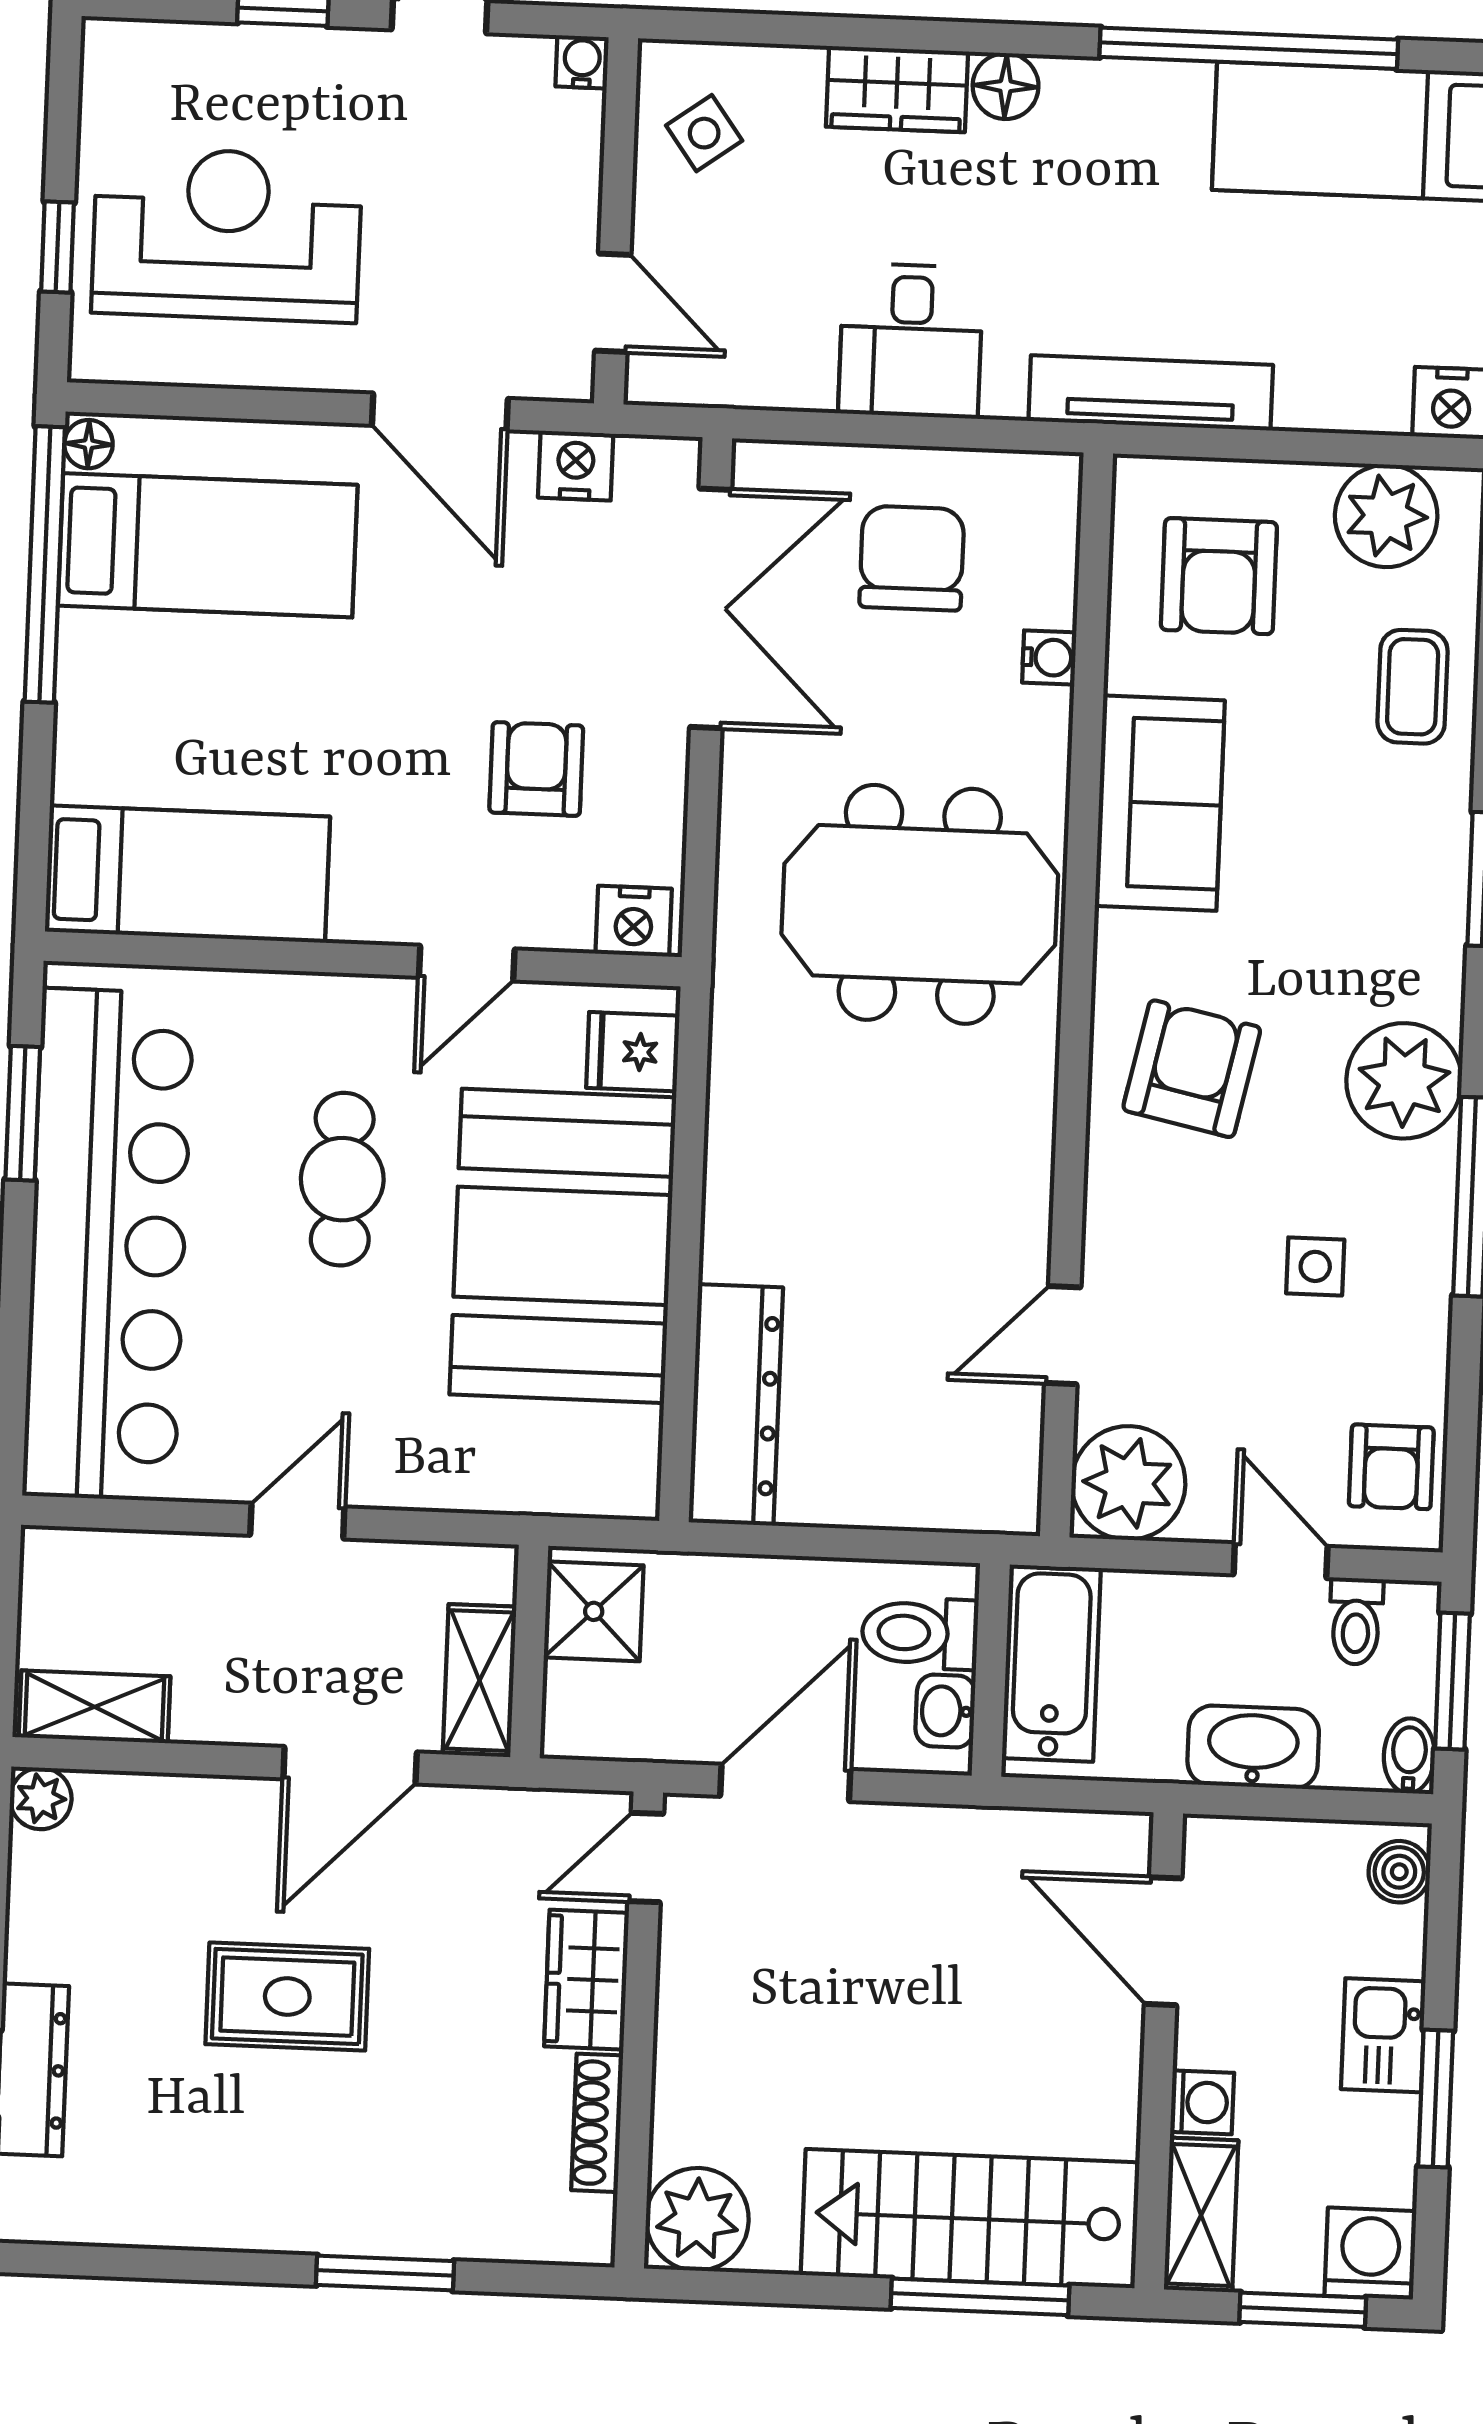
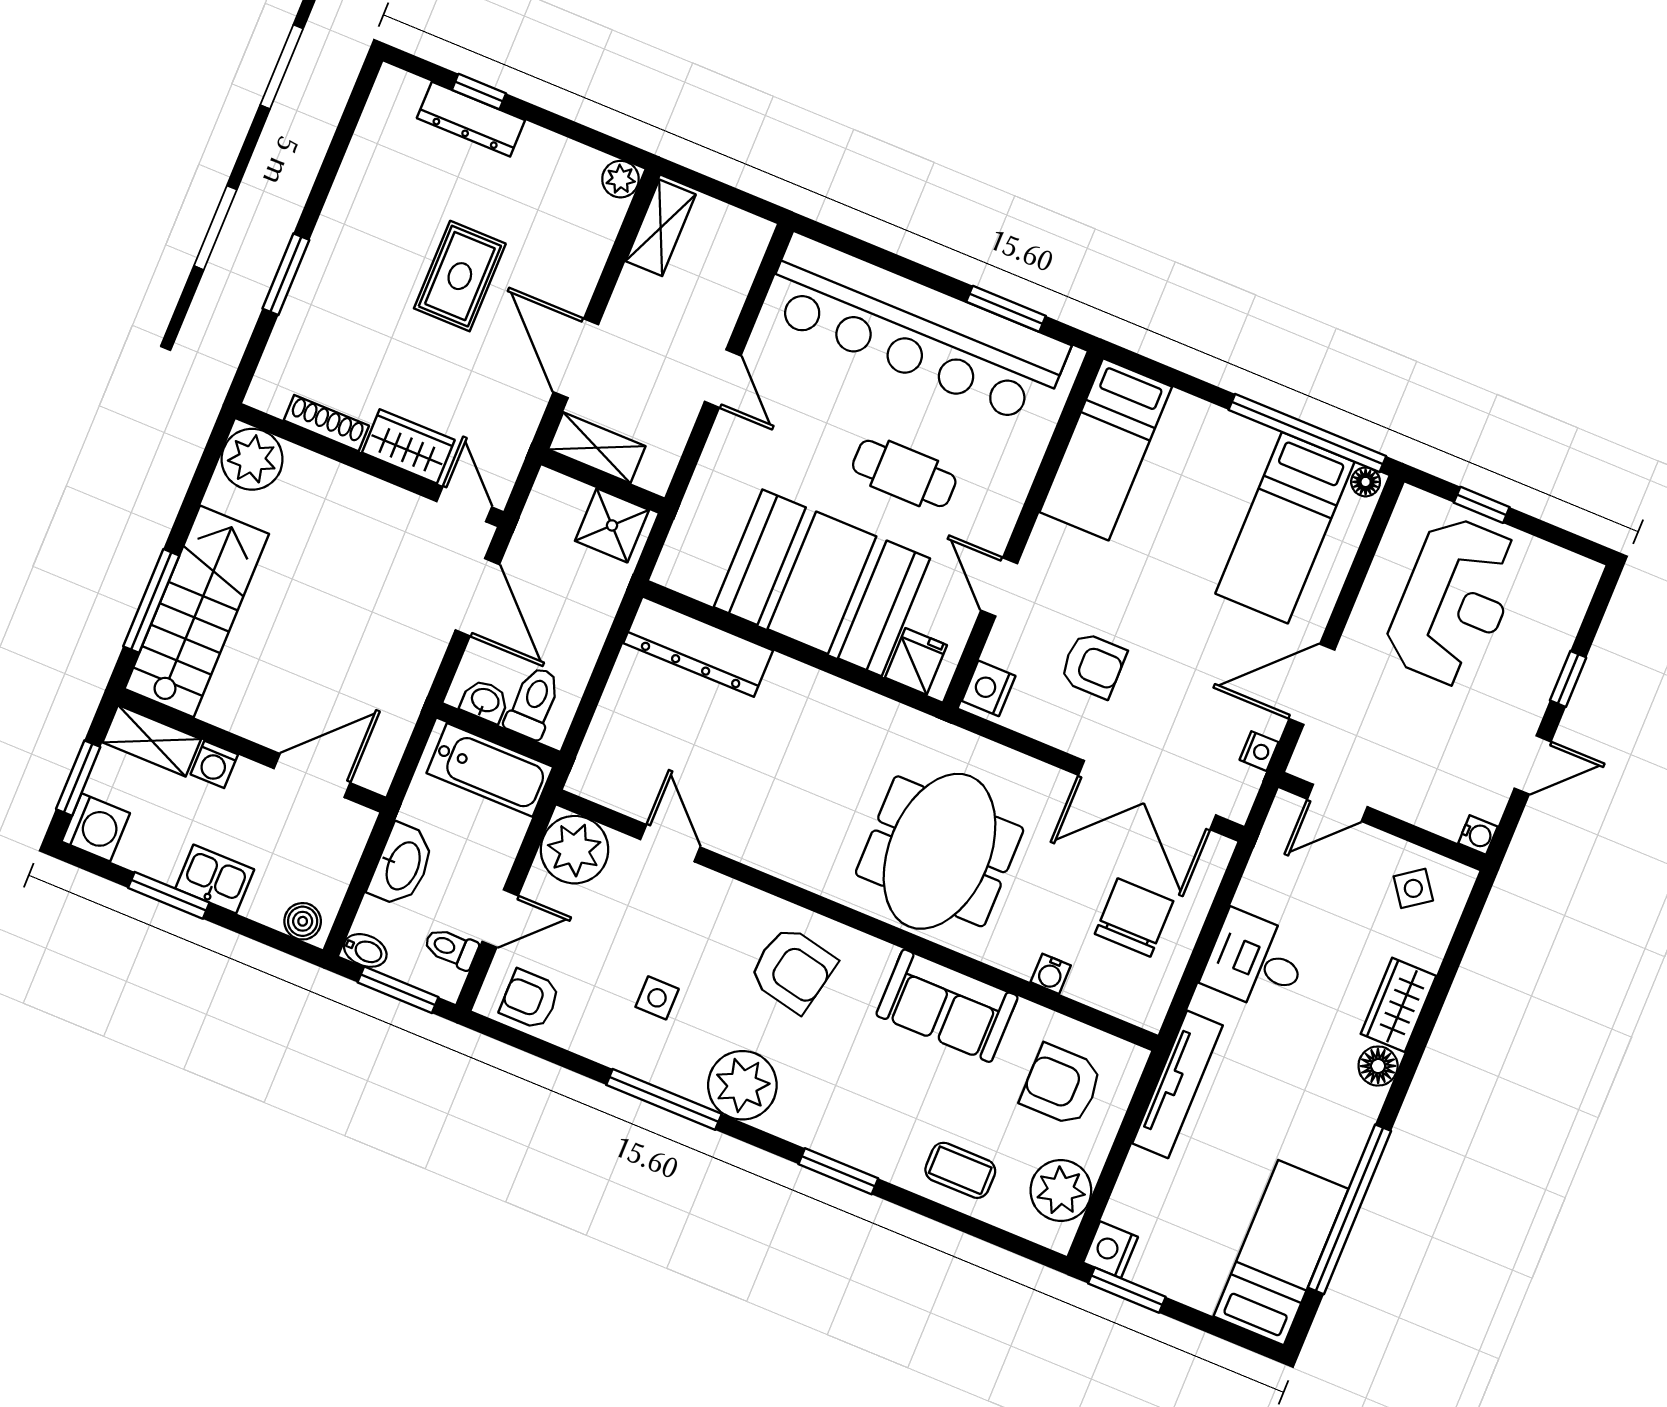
nightstand: (576, 466) -> (1259, 751), width x0.72, depth x0.74
chair: (912, 558) -> (1134, 917), turned -90

